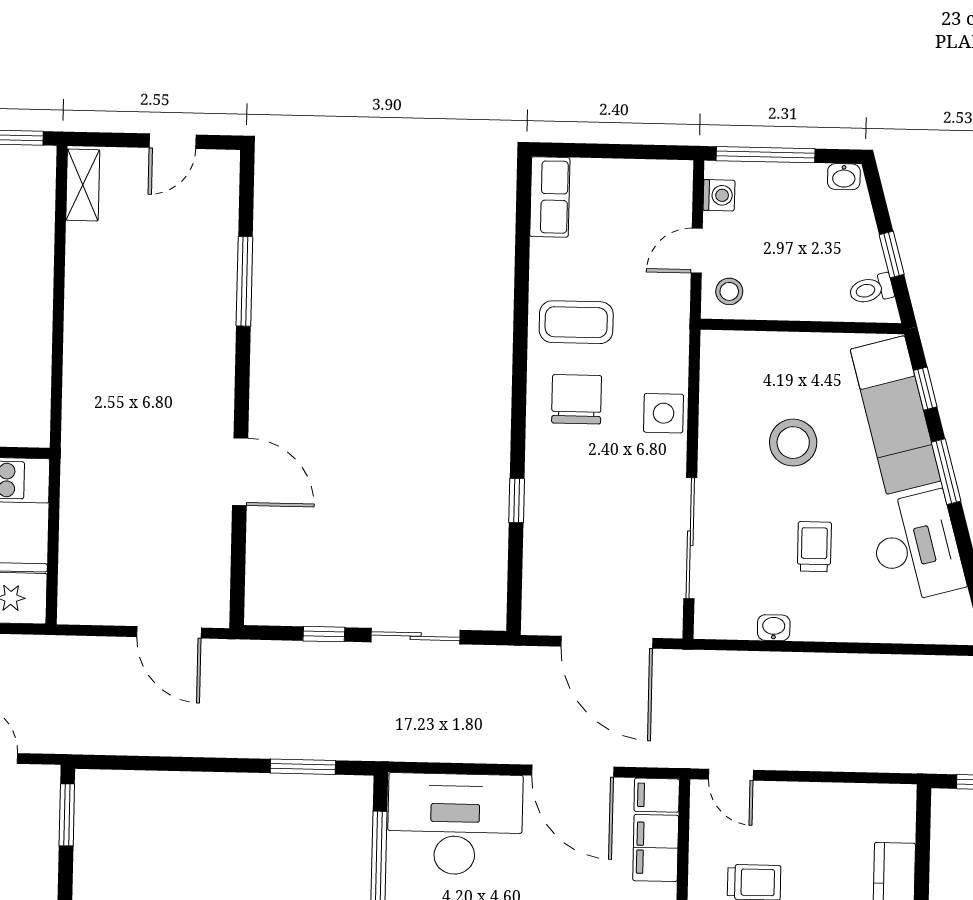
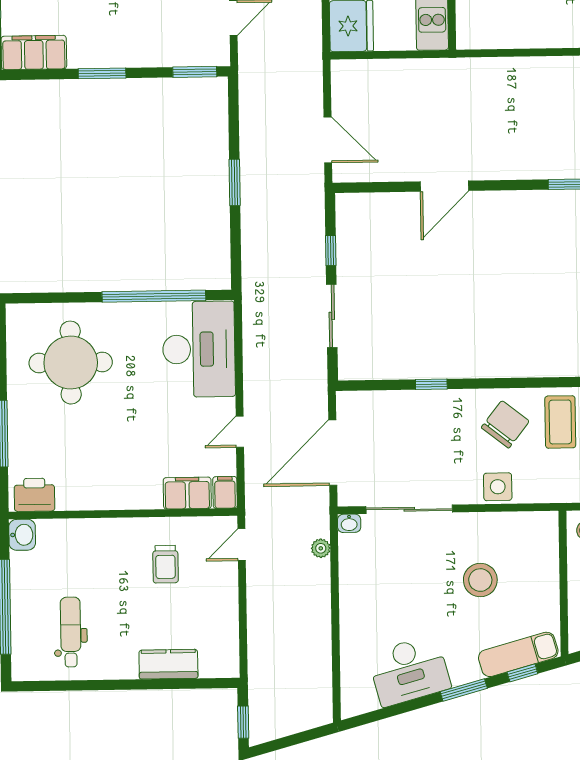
chair: (577, 399) -> (505, 424), turned -52
exam couch: (896, 415) -> (518, 654), width x0.73, depth x0.69
trolley: (814, 547) -> (407, 598), removed
washbasin: (774, 628) -> (349, 523), moved, turned 90
door: (169, 632) -> (328, 140), swing flipped
plant: (740, 664) -> (321, 548), added
window: (303, 767) -> (235, 182), moved
door: (573, 771) -> (240, 432), width x0.53

